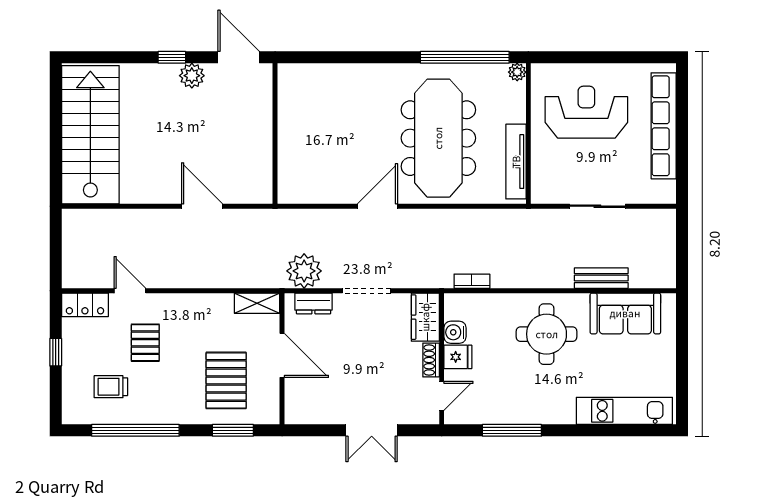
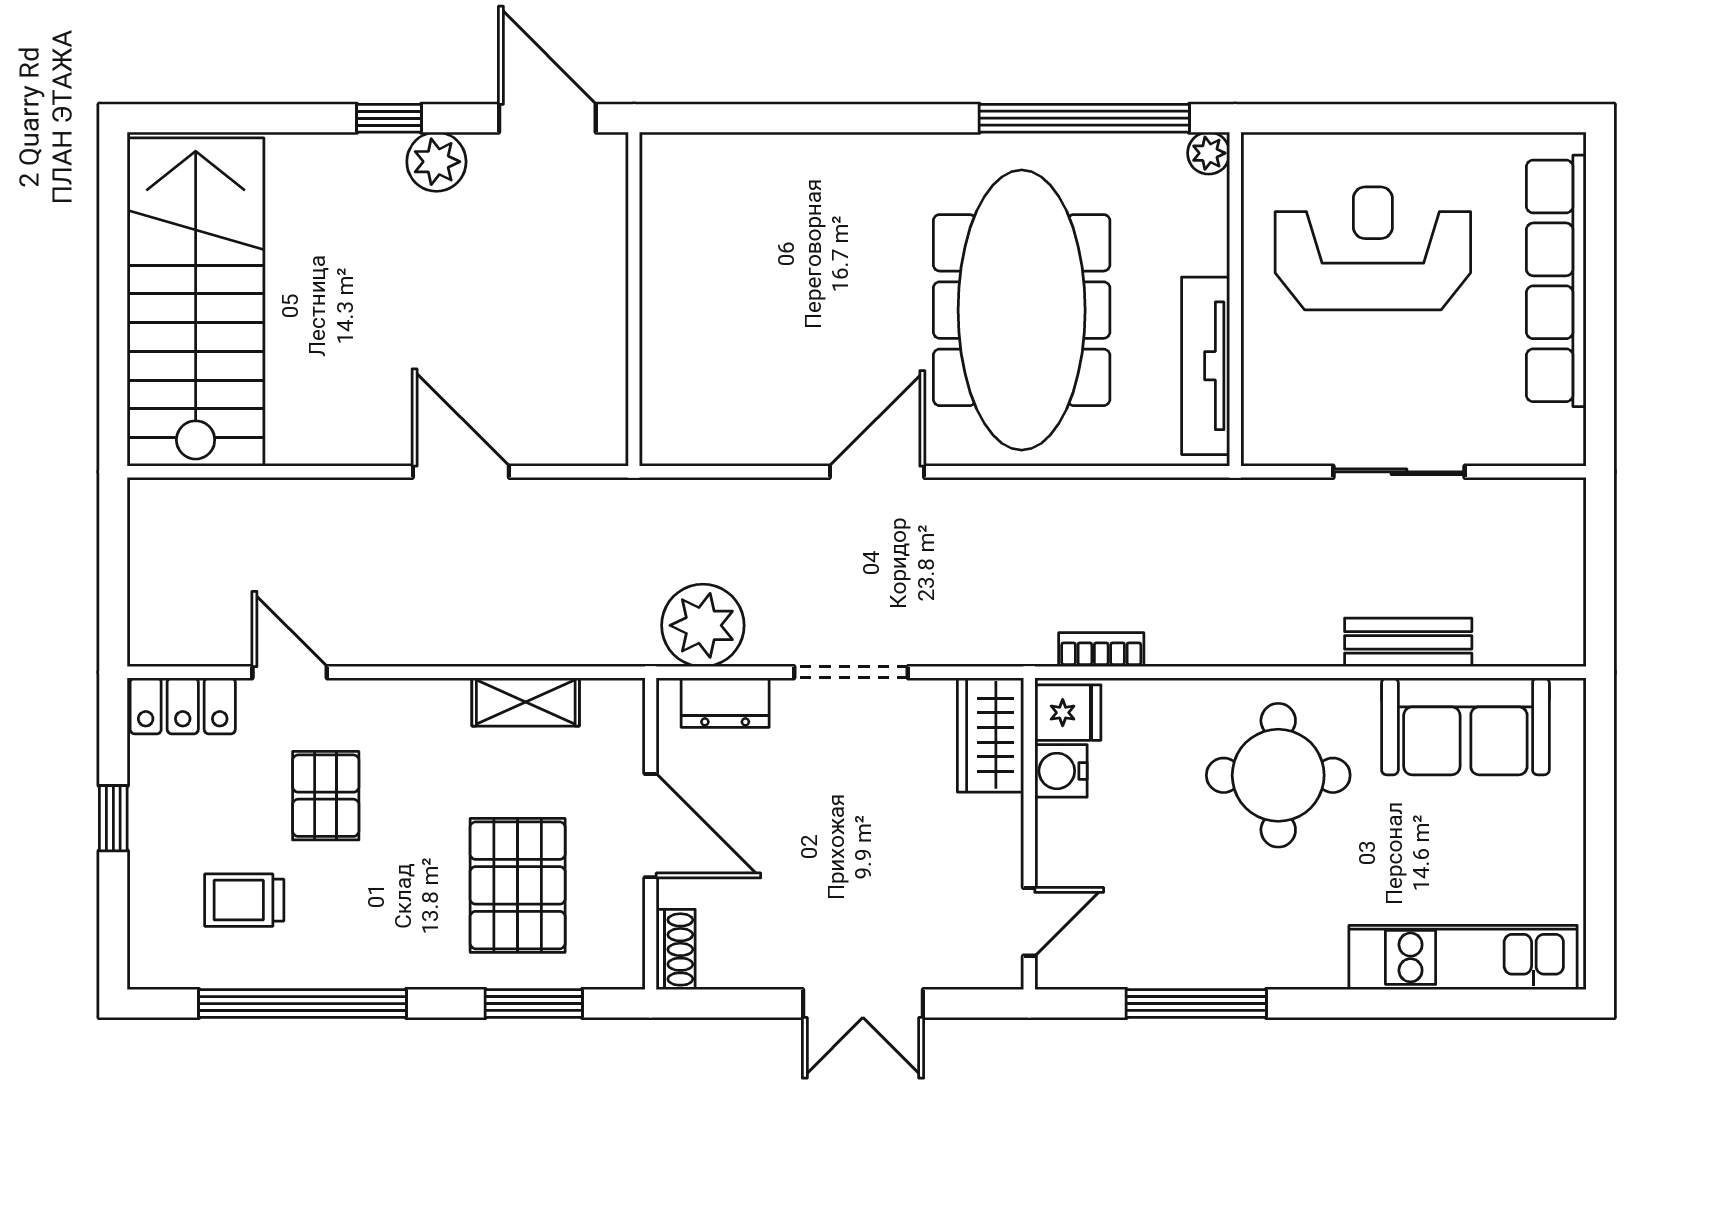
shelving: (257, 303) -> (526, 702), moved
fridge: (458, 357) -> (1068, 713), moved
shoe rack: (431, 360) -> (676, 949), moved, turned 180

